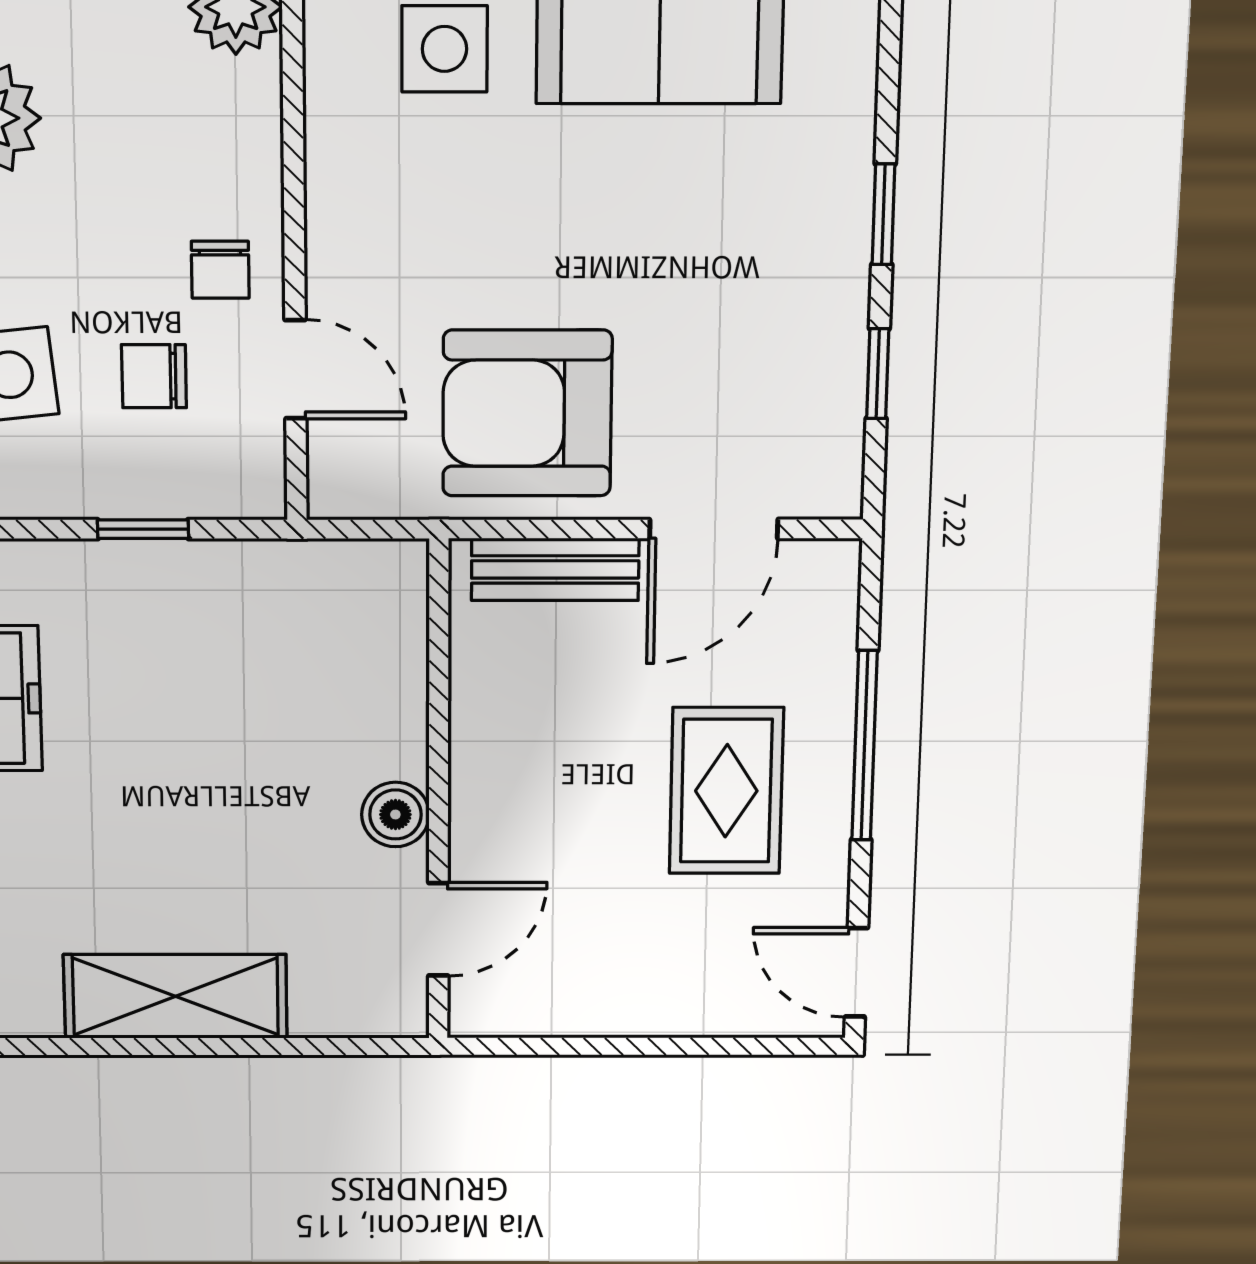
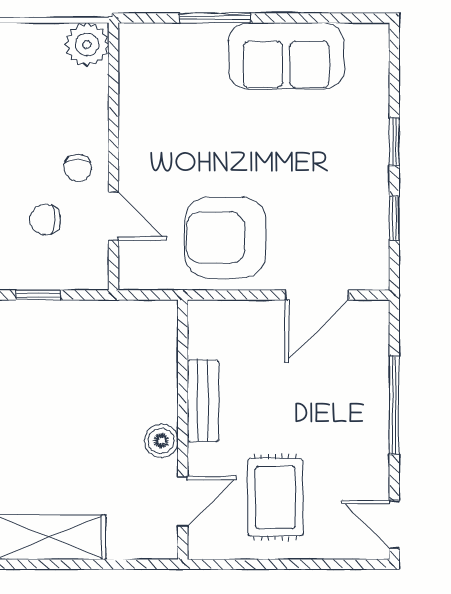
side table: (444, 49) -> (185, 64), removed
bench: (555, 569) -> (203, 401), moved, turned 90
rug: (726, 791) -> (275, 497), moved

